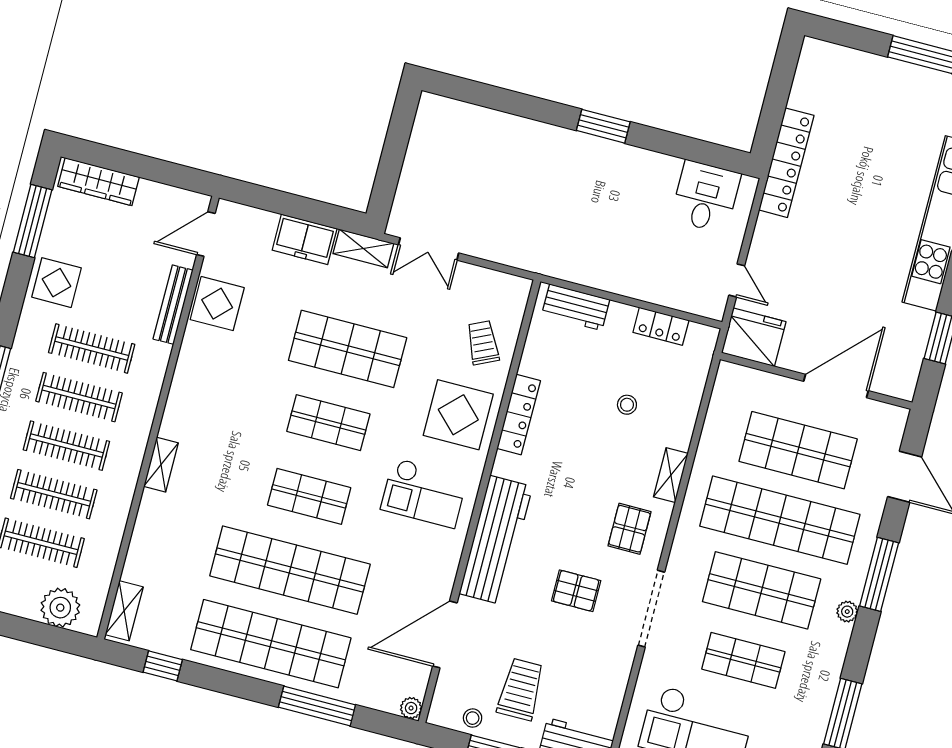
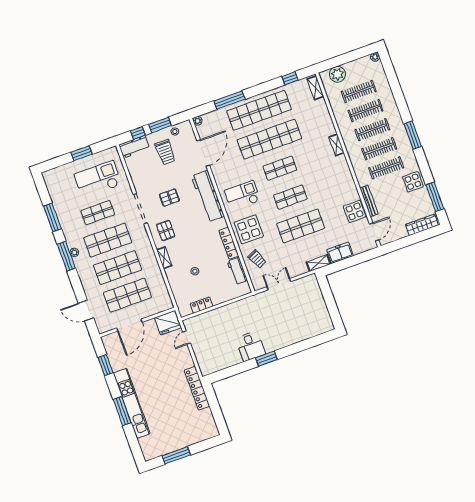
desk: (706, 197) -> (251, 346), moved
double door: (429, 249) -> (279, 284), moved
door: (737, 280) -> (187, 338), hinge flipped
workbench: (576, 307) -> (237, 271), moved, turned -90
shop shelf: (780, 520) -> (118, 268), width x0.71
window: (879, 574) -> (66, 256), moved

